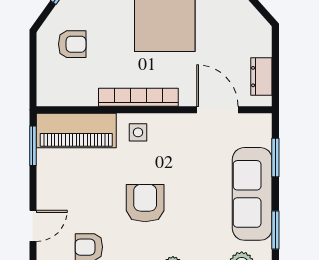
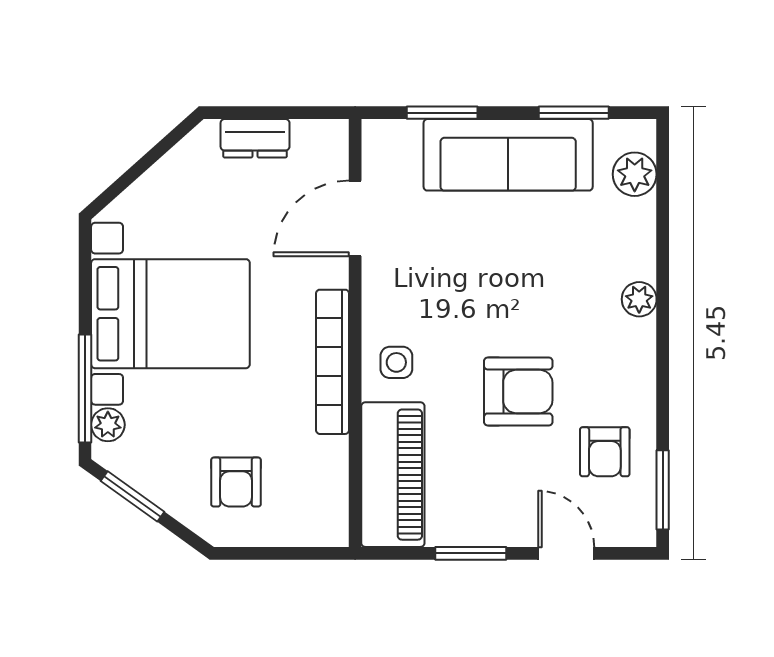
armchair: (72, 44) -> (236, 482), turned 180
dresser: (261, 77) -> (255, 138), moved
window: (33, 146) -> (471, 553), moved
armchair: (145, 203) -> (518, 391), moved, turned 180

